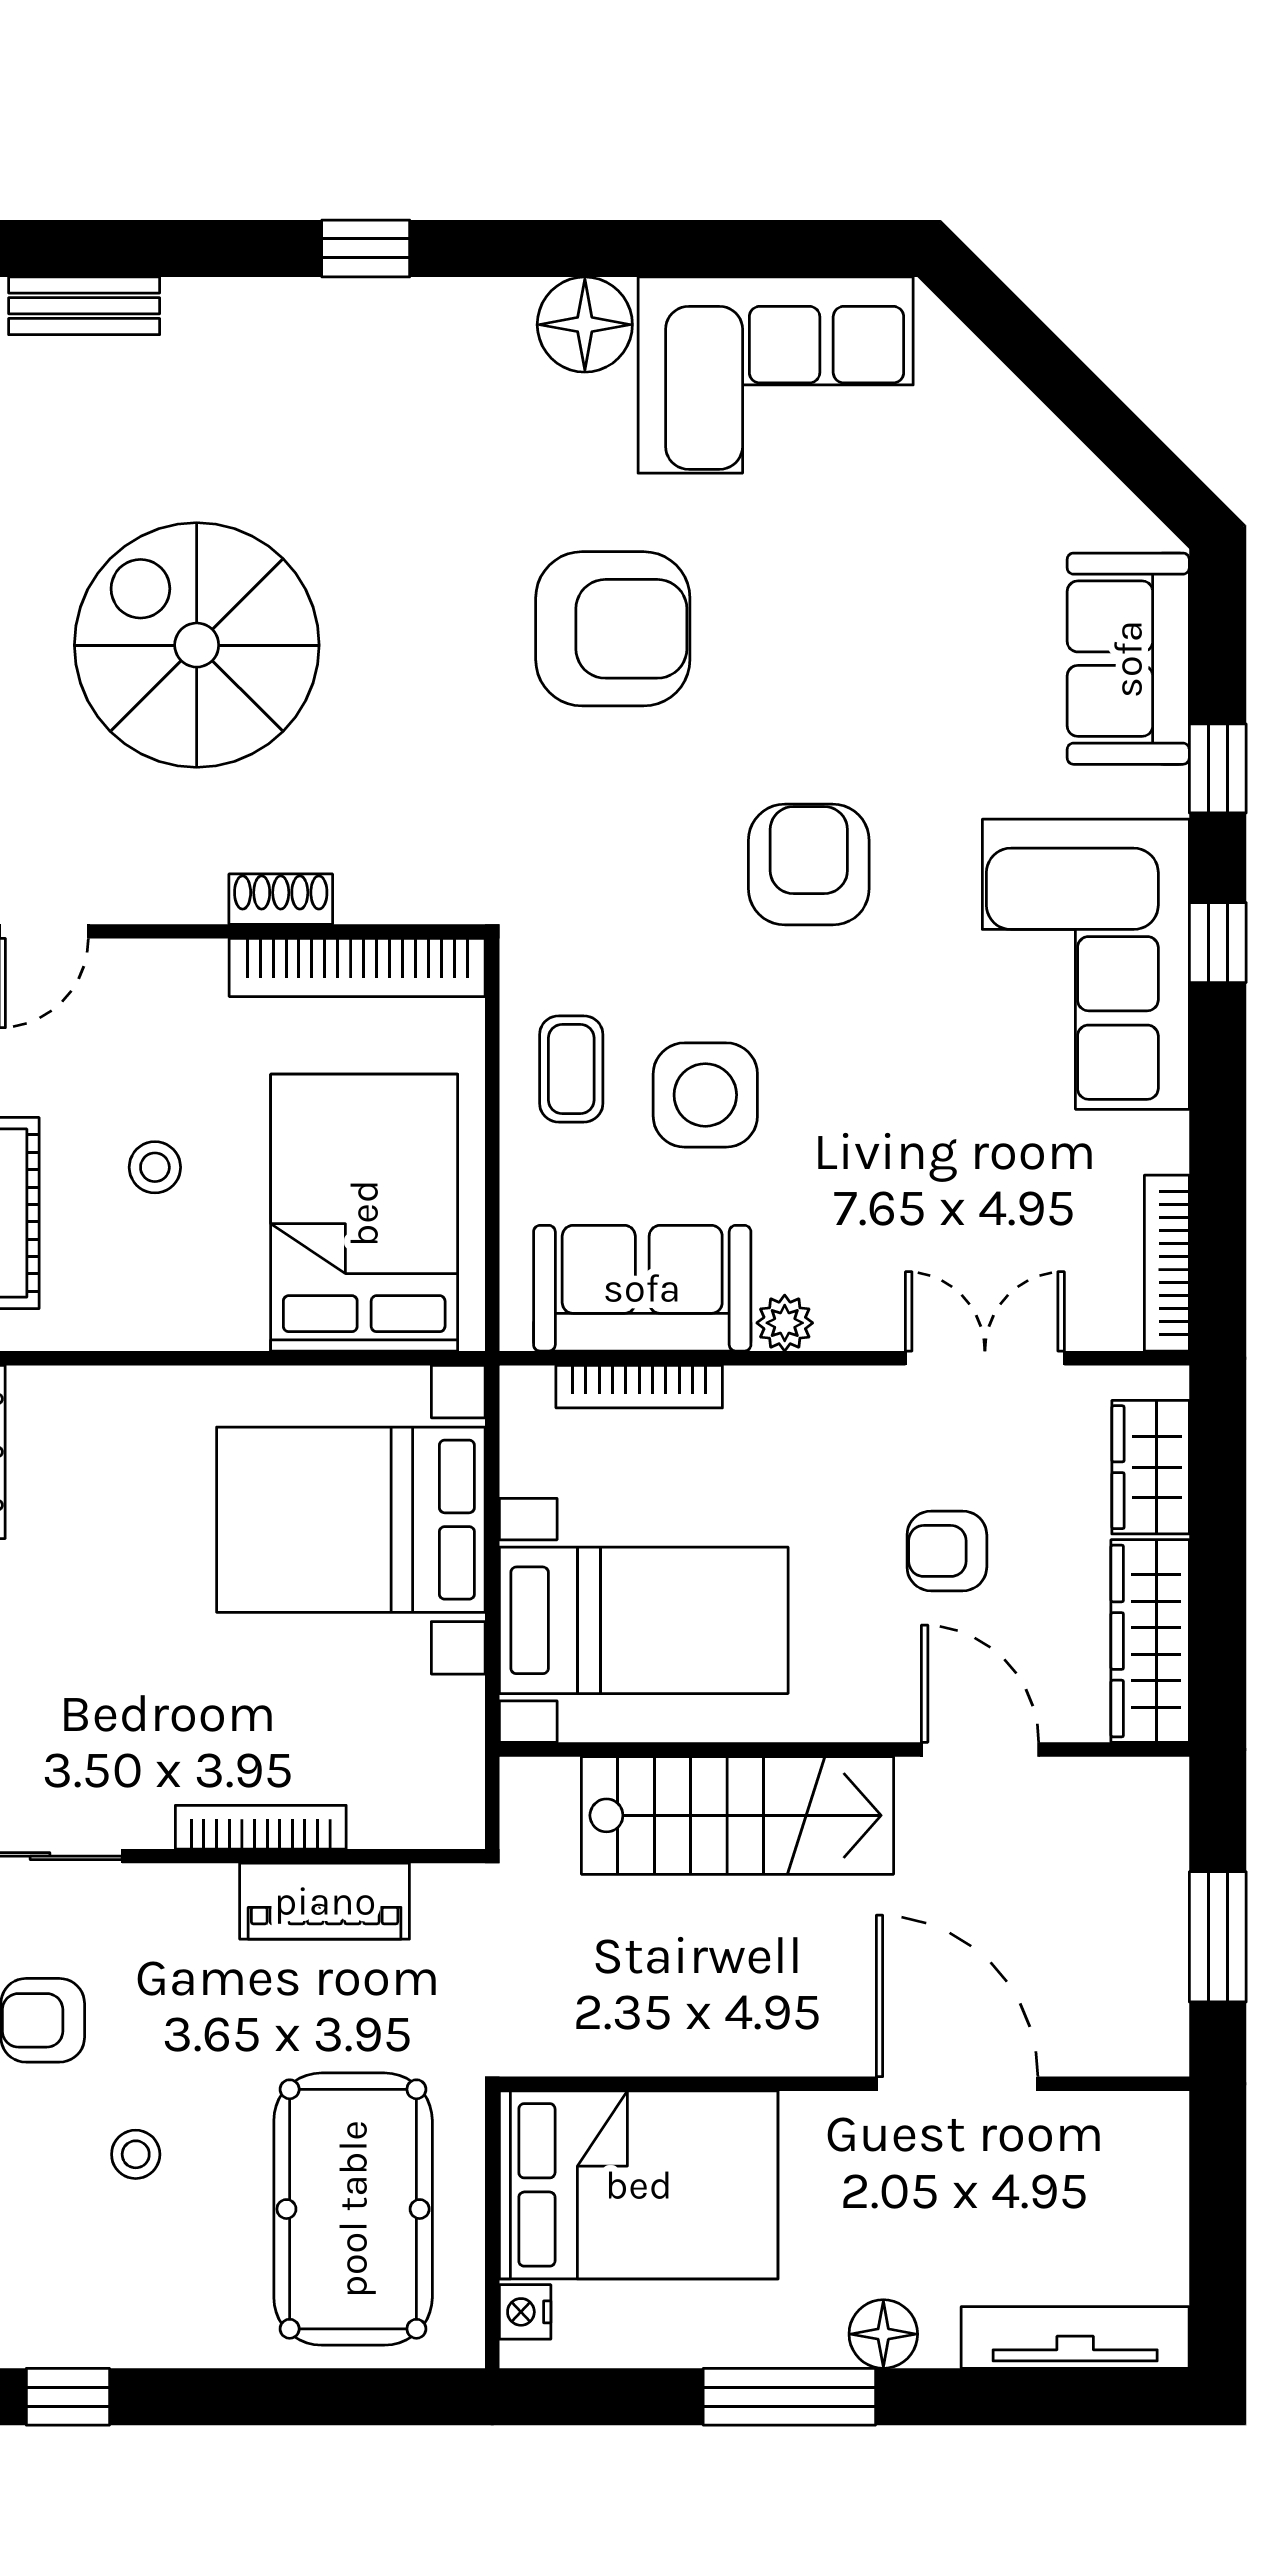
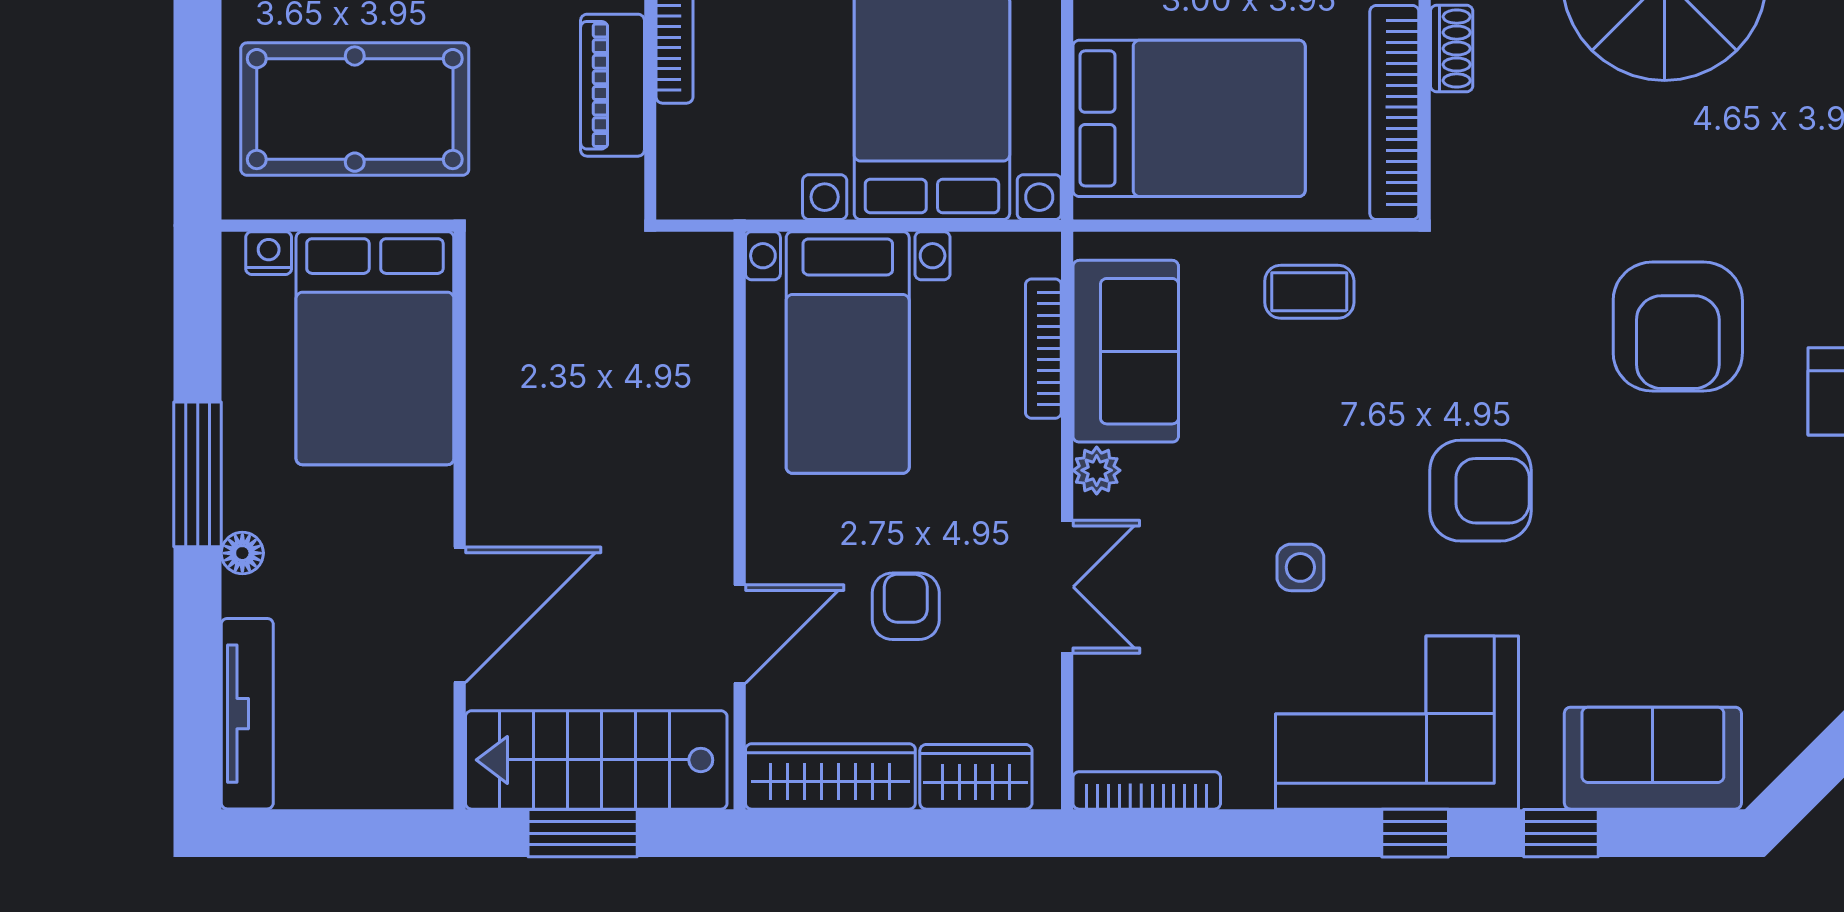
side table: (705, 1095) -> (1300, 567), moved, width x0.54, depth x0.54
double door: (985, 1358) -> (1067, 587), moved
stairs: (738, 1815) -> (596, 760), moved, turned 90
floor lamp: (883, 2334) -> (242, 553), width x0.73, depth x0.73

